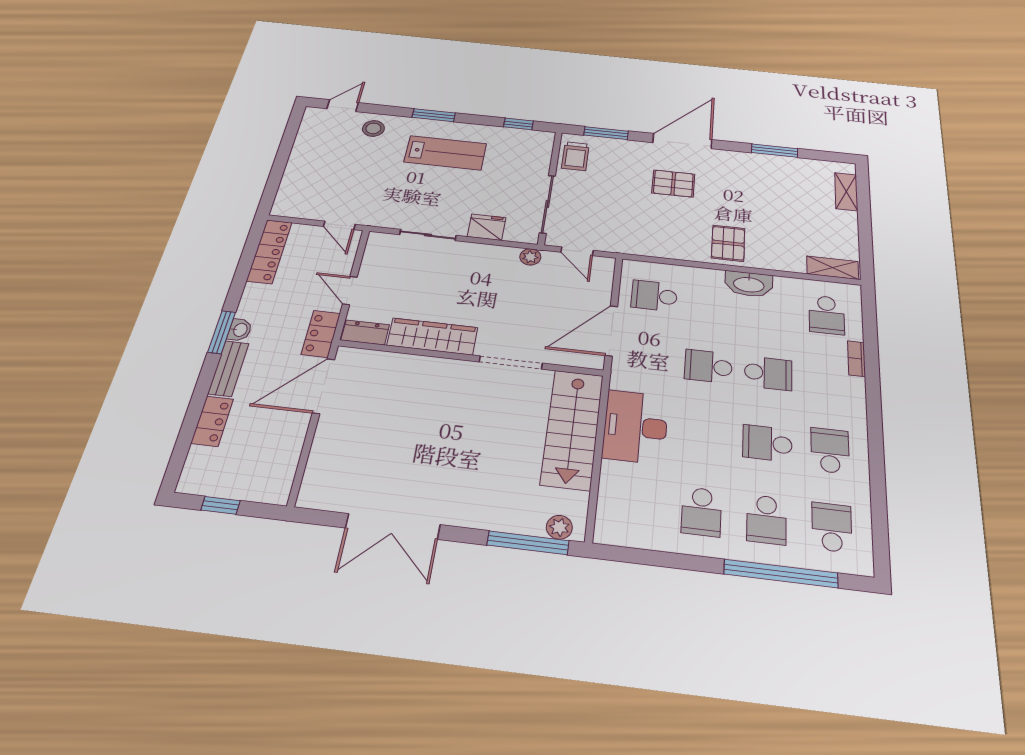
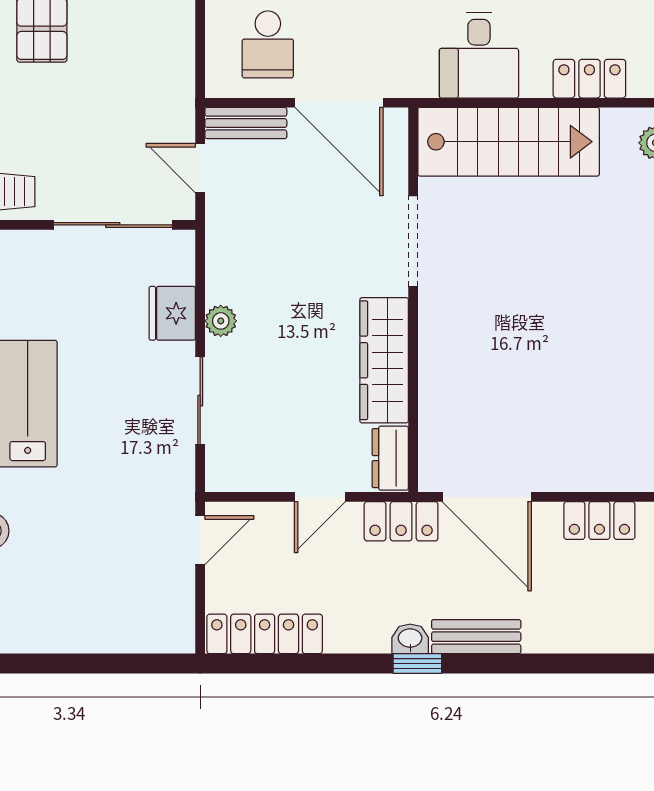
door: (577, 251) -> (200, 168), swing flipped
plant: (530, 257) -> (221, 321), moved
bench: (603, 278) -> (246, 123), added
window: (222, 332) -> (417, 664), width x0.67
locker: (212, 421) -> (599, 521), moved, turned 180
desk: (635, 427) -> (479, 55), width x0.73
locker: (613, 487) -> (589, 79), added

